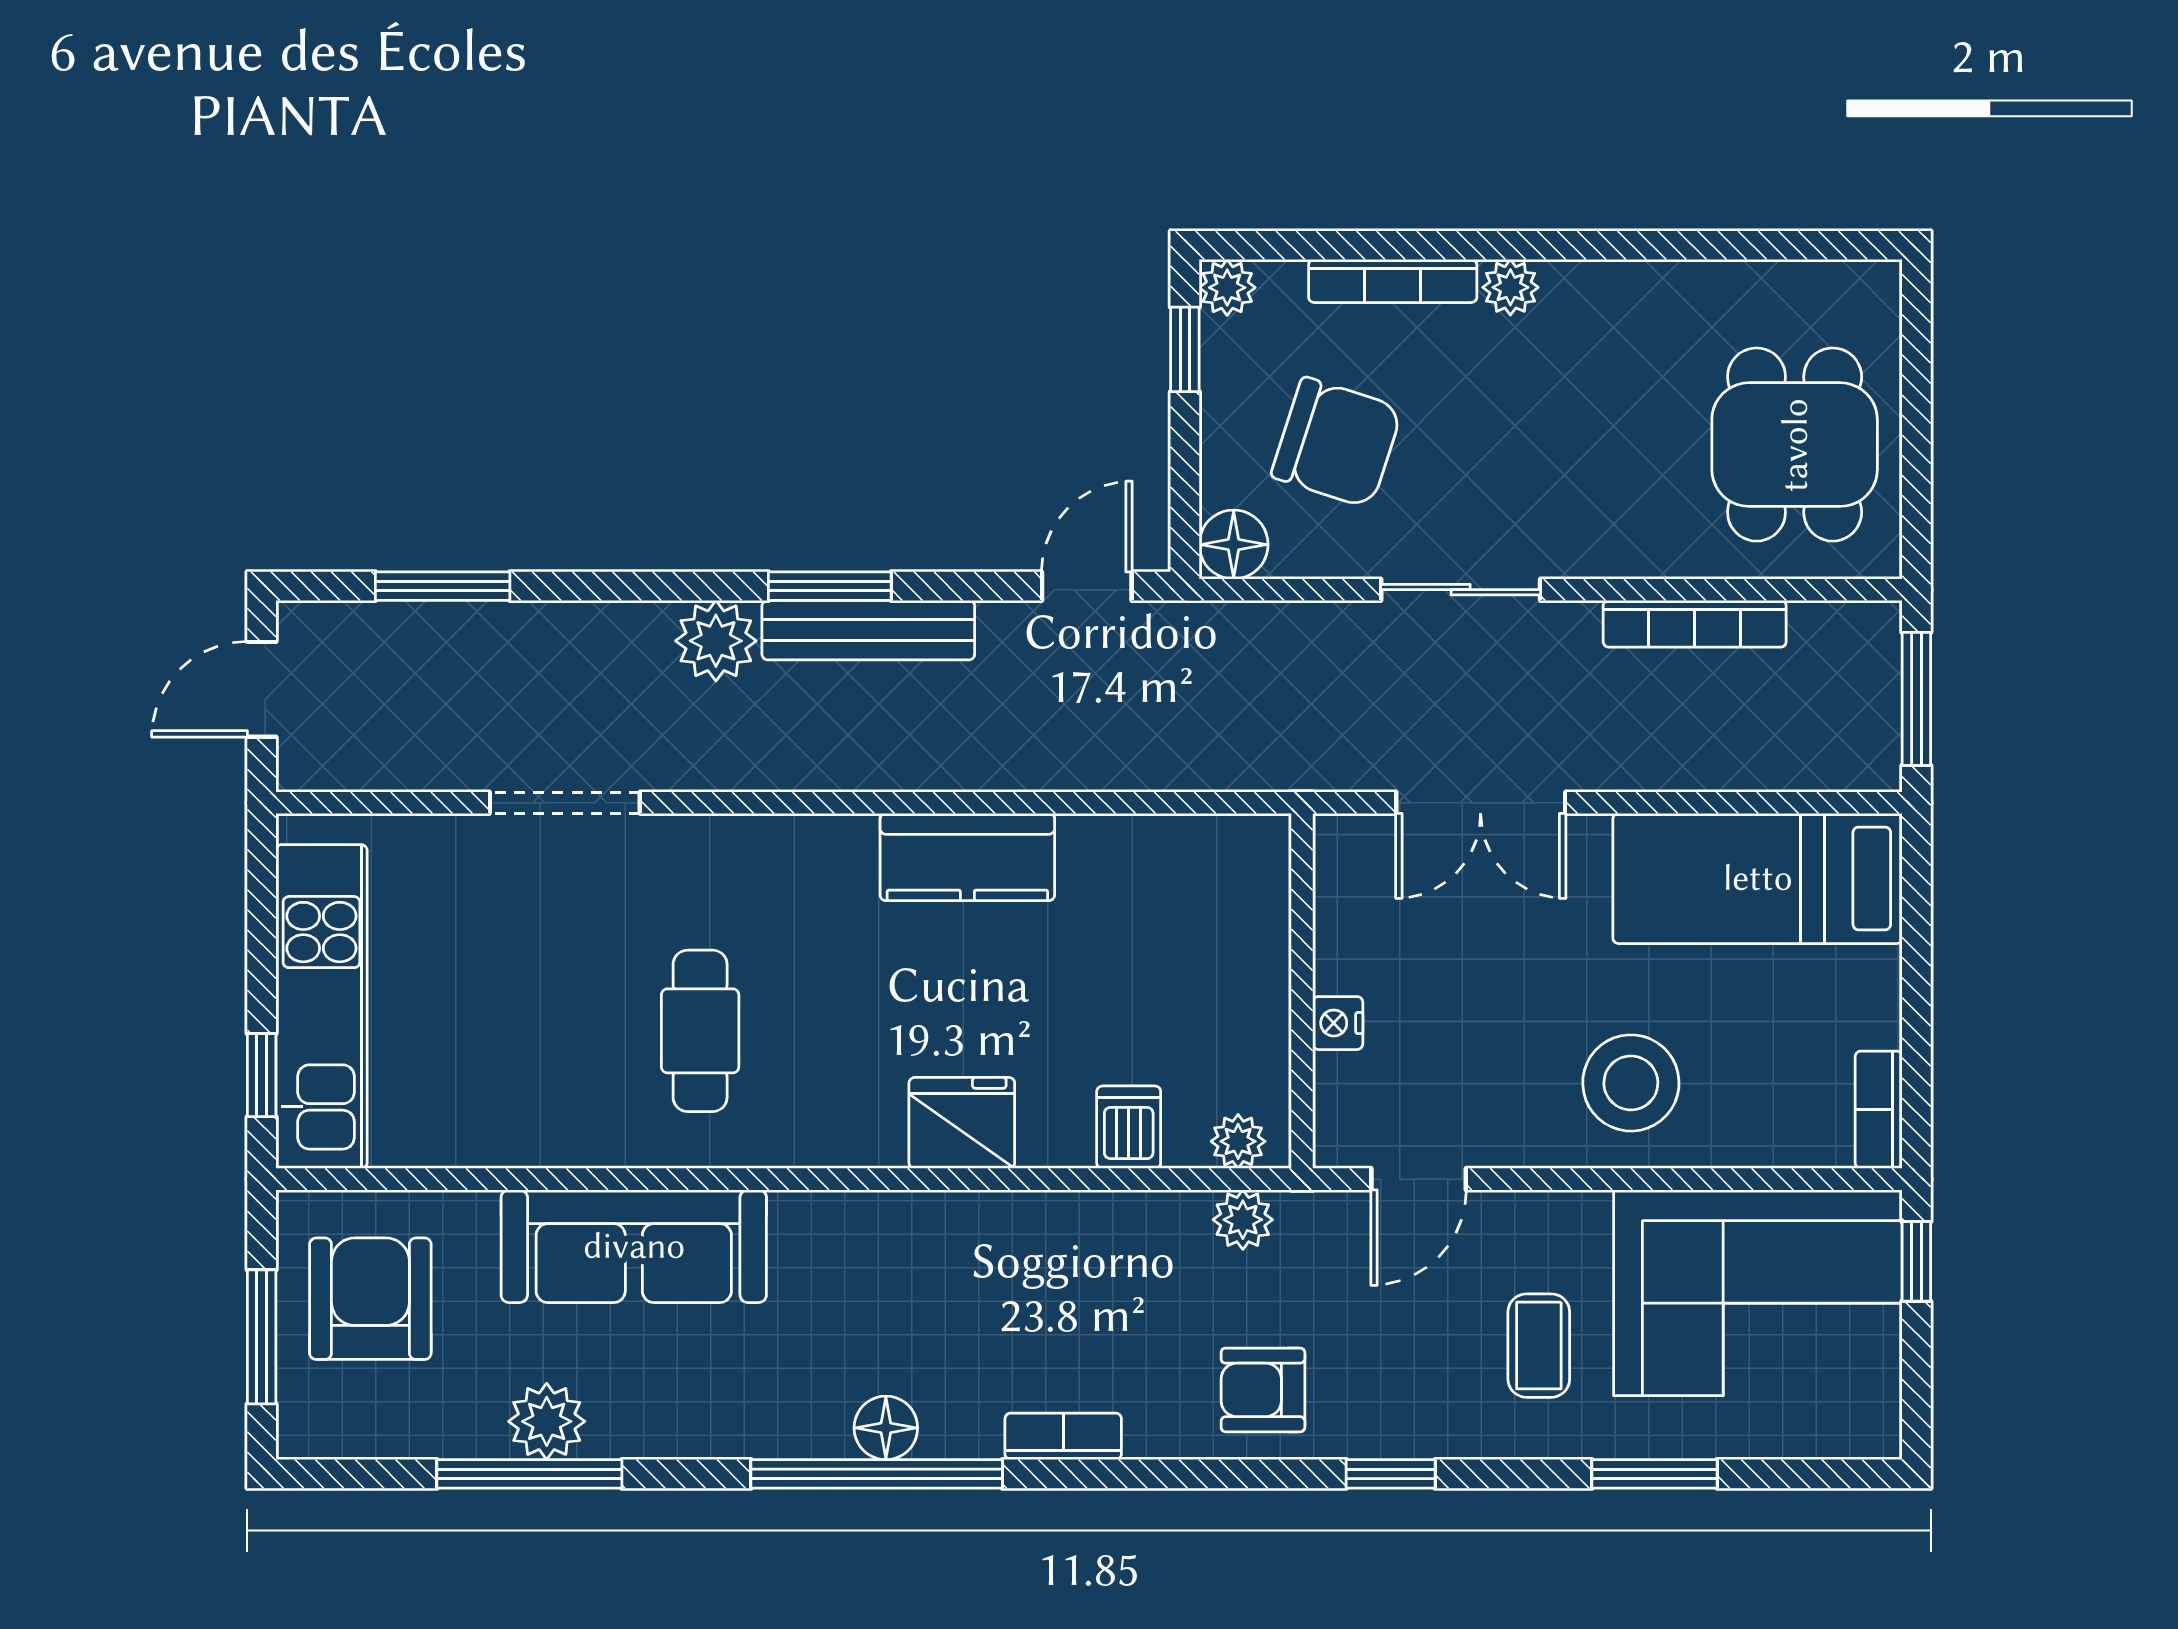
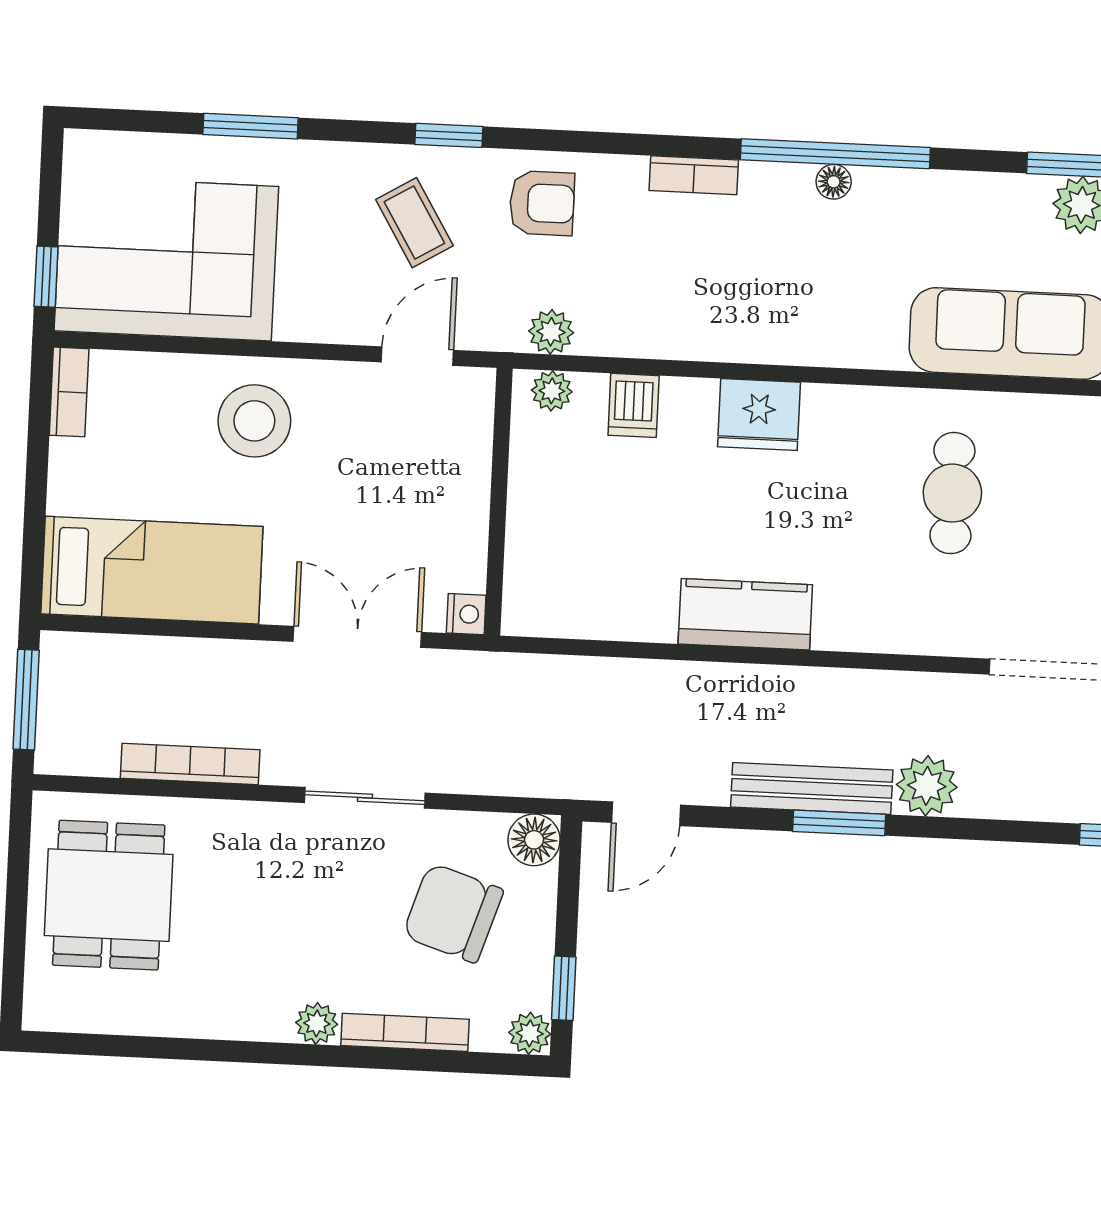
nightstand: (1338, 1023) -> (466, 614), moved
coffee table: (1539, 1346) -> (414, 223), moved, turned -31
floor lamp: (886, 1428) -> (834, 182), width x0.73, depth x0.73

